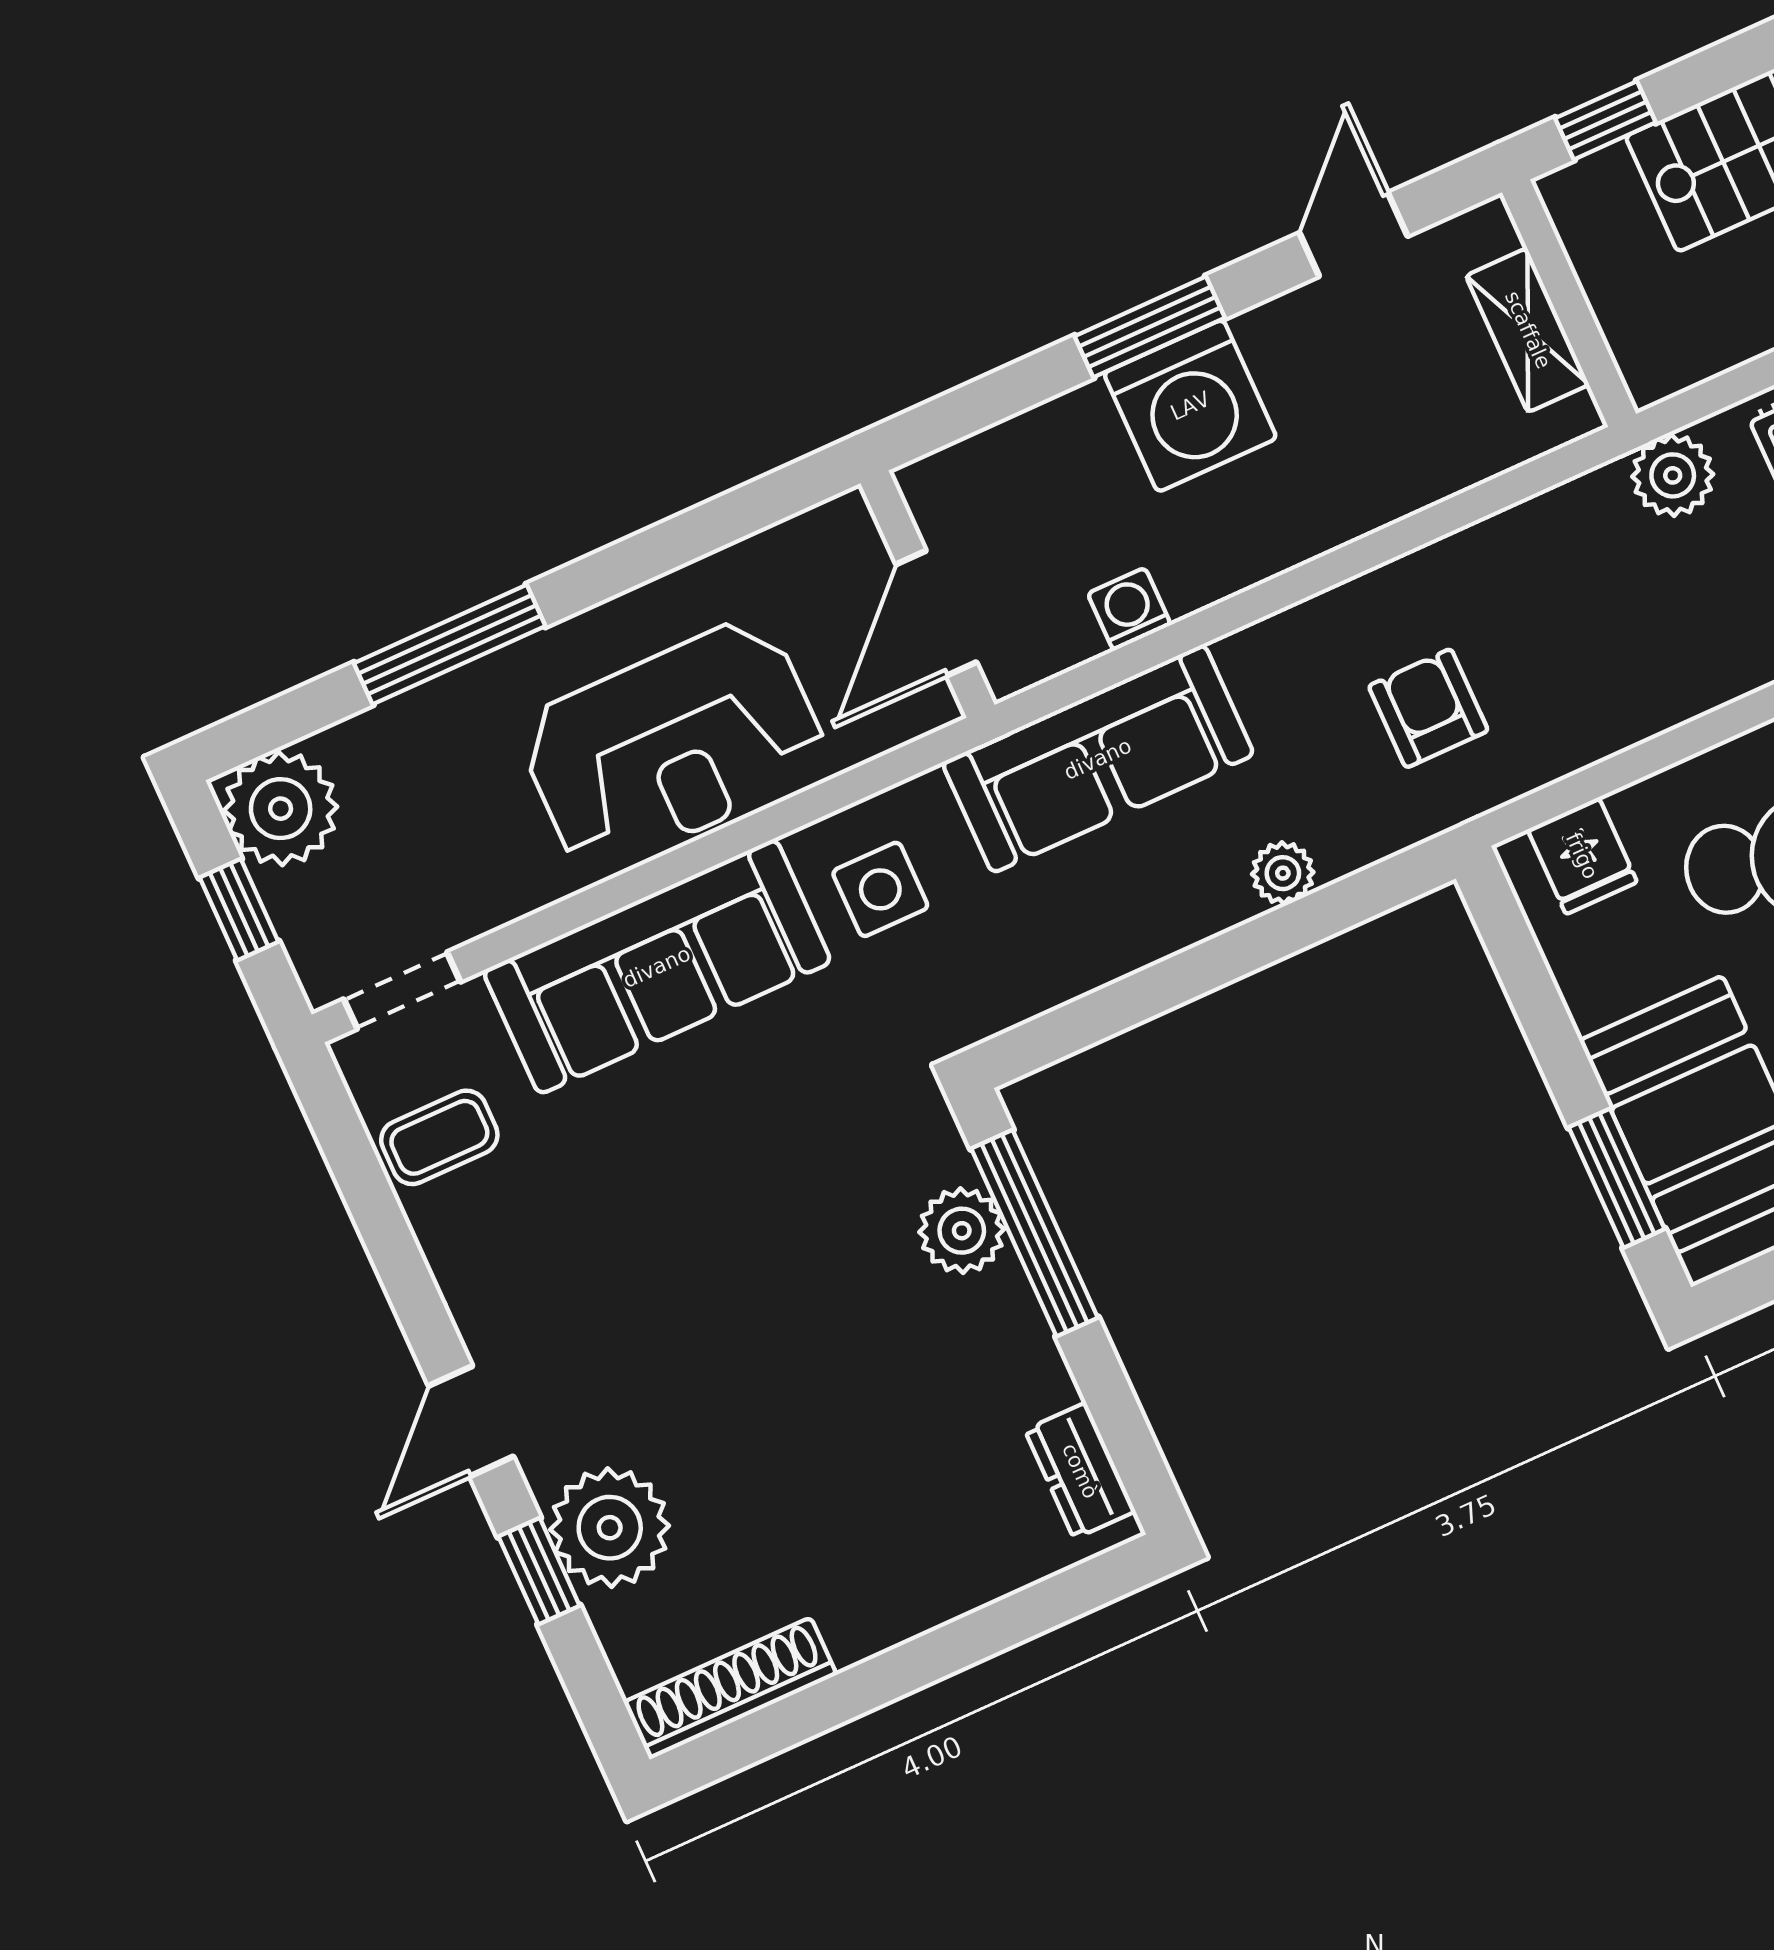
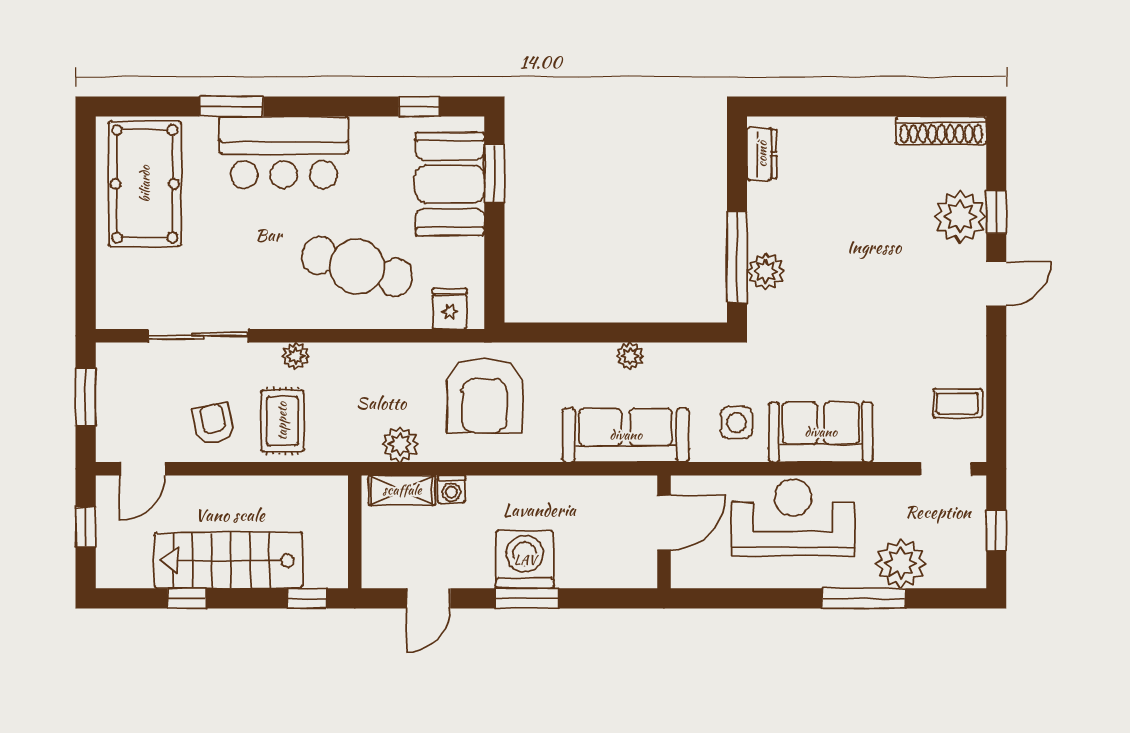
shelving: (1528, 330) -> (402, 490), moved, turned 90
plant: (1673, 475) -> (400, 444), moved
washing machine: (1129, 609) -> (451, 489), moved
armchair: (1428, 708) -> (485, 395), width x1.88, depth x1.88
plant: (281, 809) -> (901, 563), moved
plant: (1283, 873) -> (630, 356), moved
sofa: (657, 967) -> (821, 432), width x0.73

